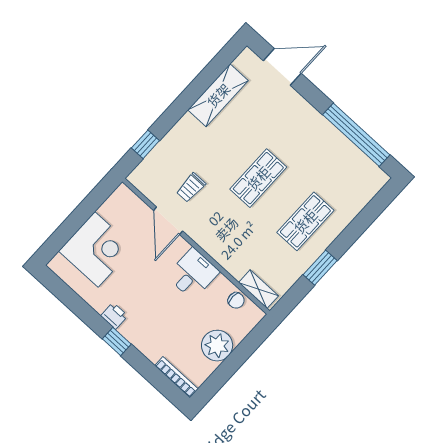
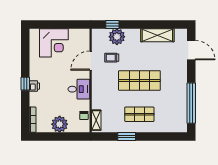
plant: (168, 154) -> (117, 37), added
shop shelf: (258, 178) -> (139, 80), width x1.43, depth x1.36
printer: (114, 316) -> (34, 86), moved

